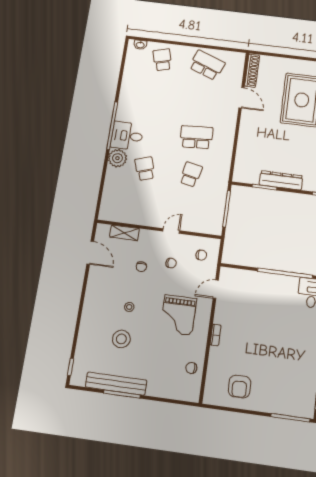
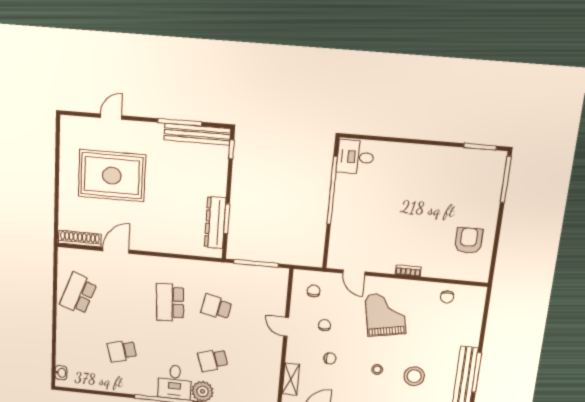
school desk: (162, 60) -> (122, 351), moved
dresser: (281, 180) -> (215, 223), moved
grand piano: (178, 315) -> (385, 314), turned -100
armchair: (240, 387) -> (469, 241), turned -89

